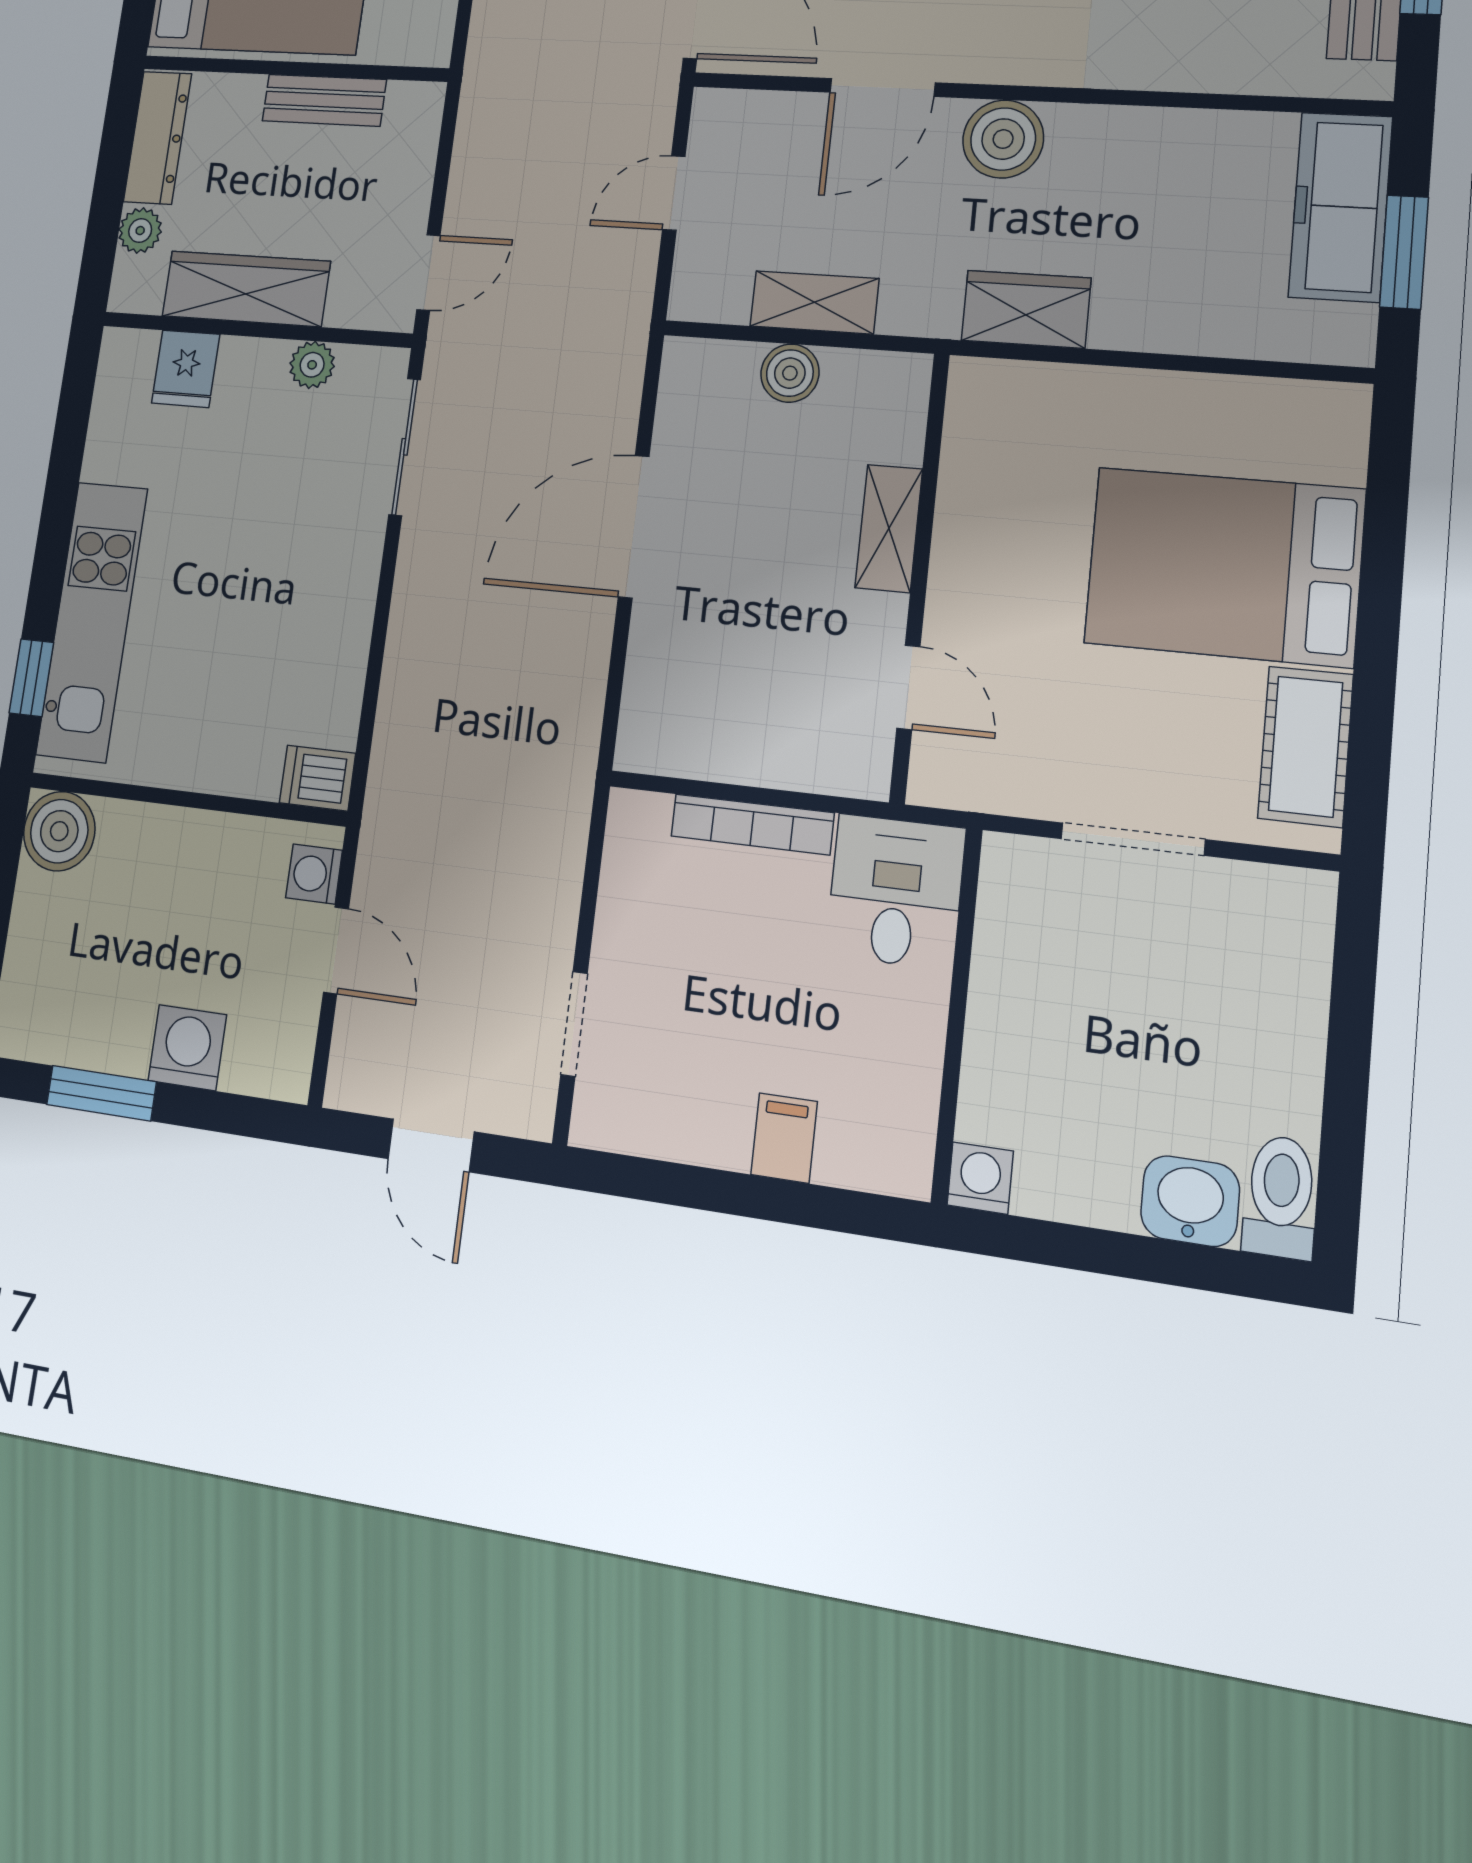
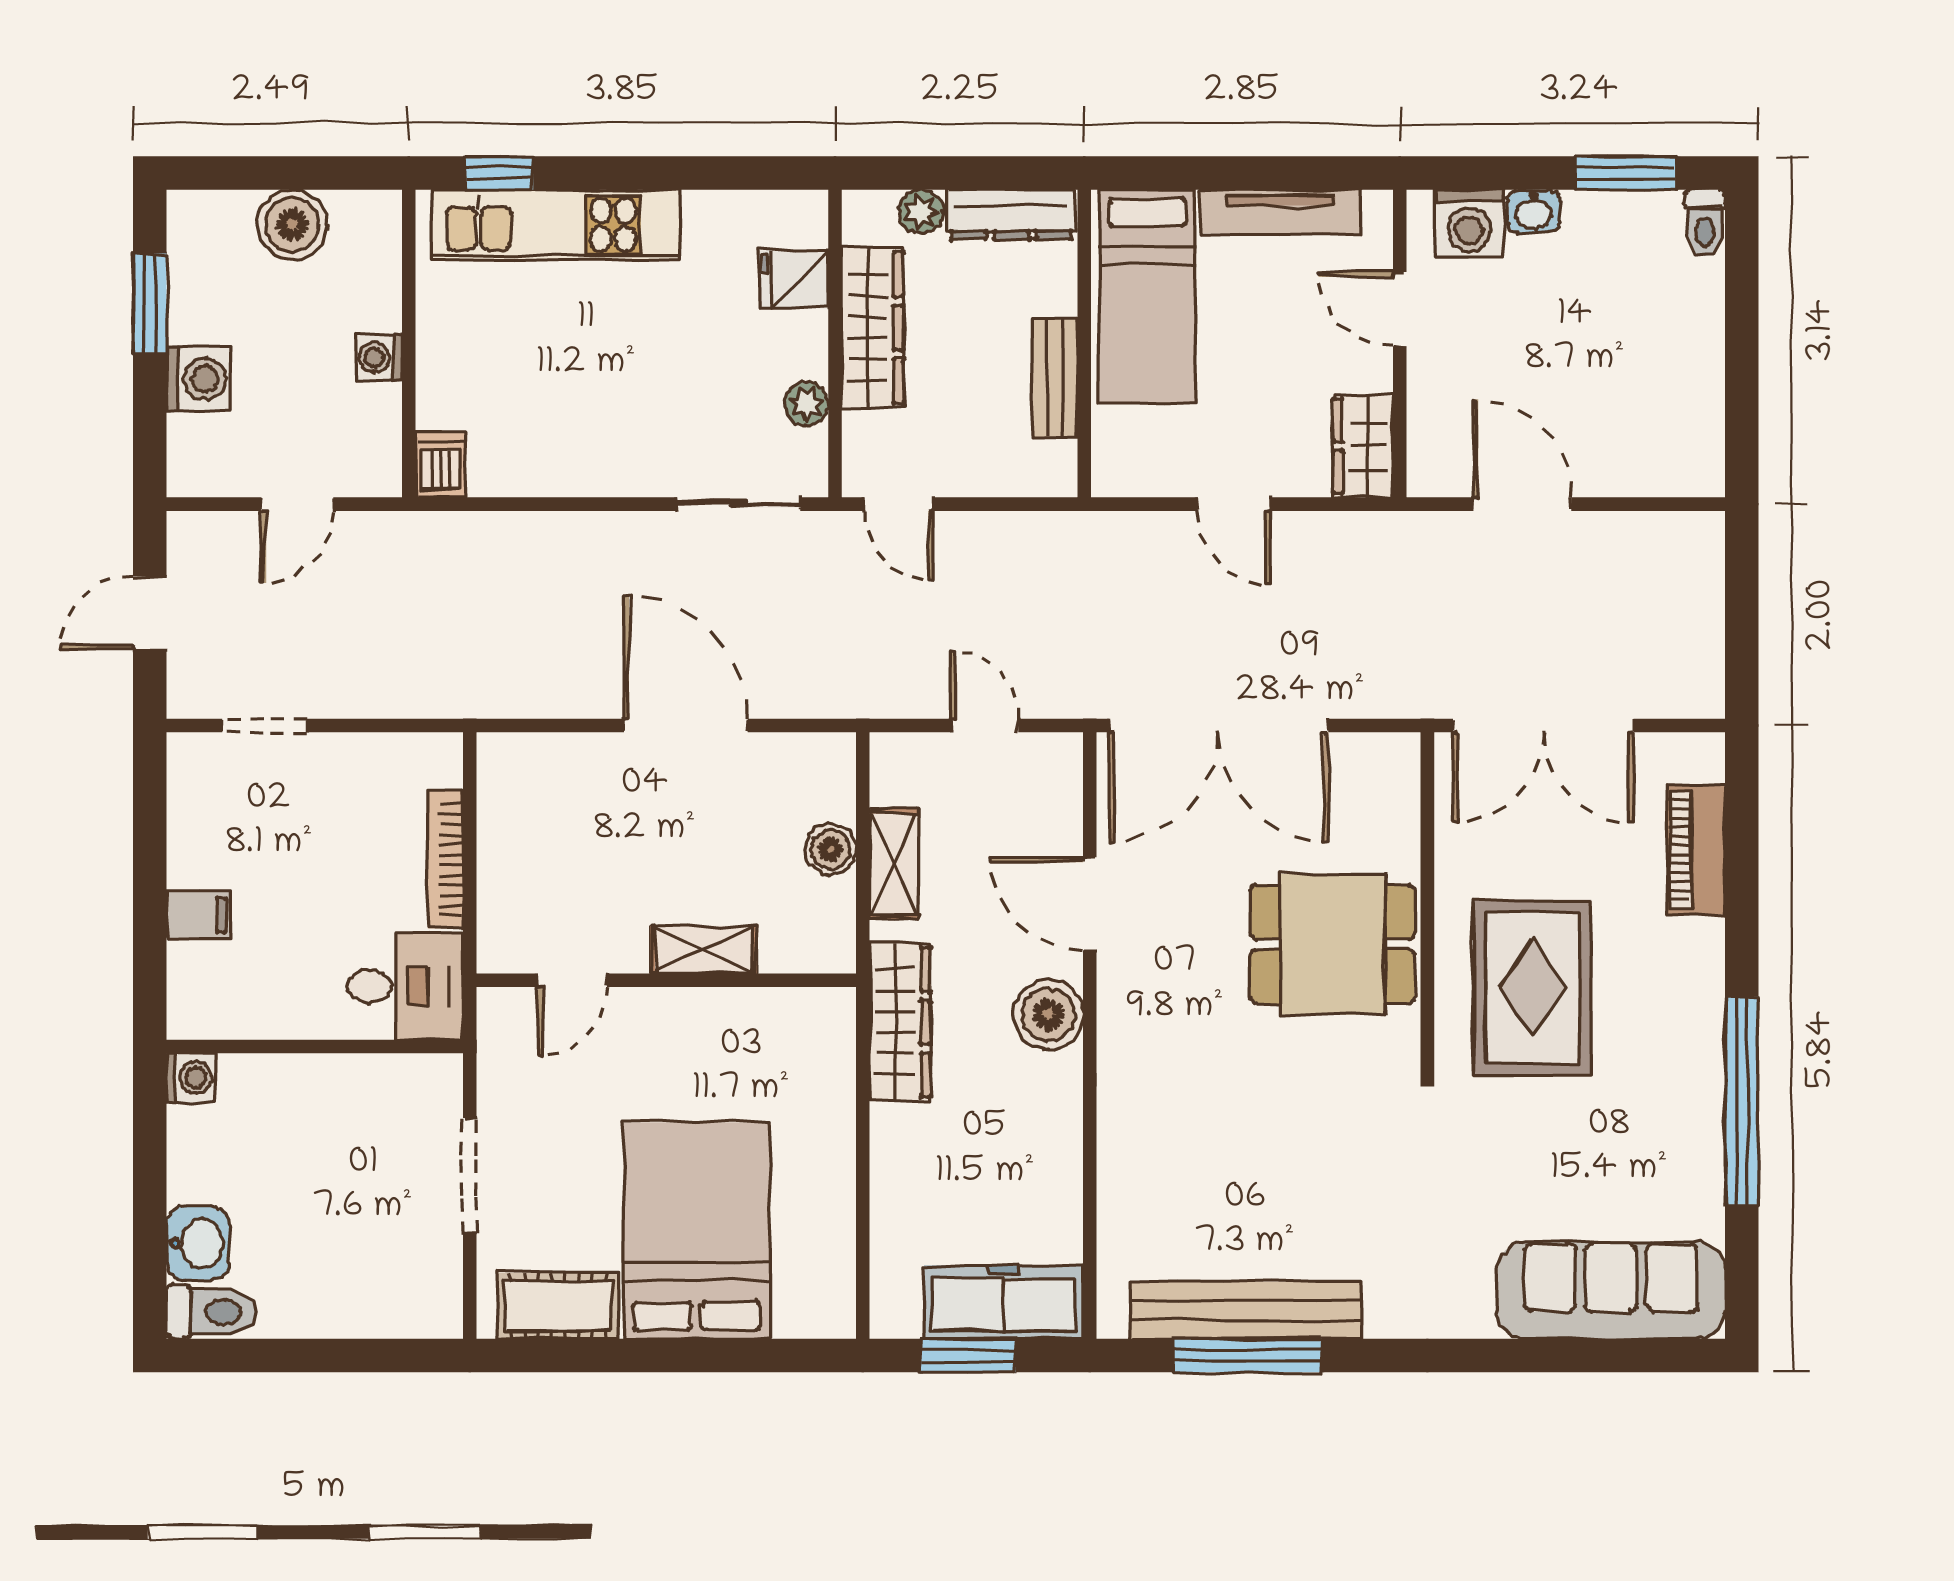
wardrobe: (1026, 309) -> (900, 1022), width x1.50
boiler: (59, 831) -> (292, 225), moved
washing machine: (314, 874) -> (379, 357), moved, turned -90

